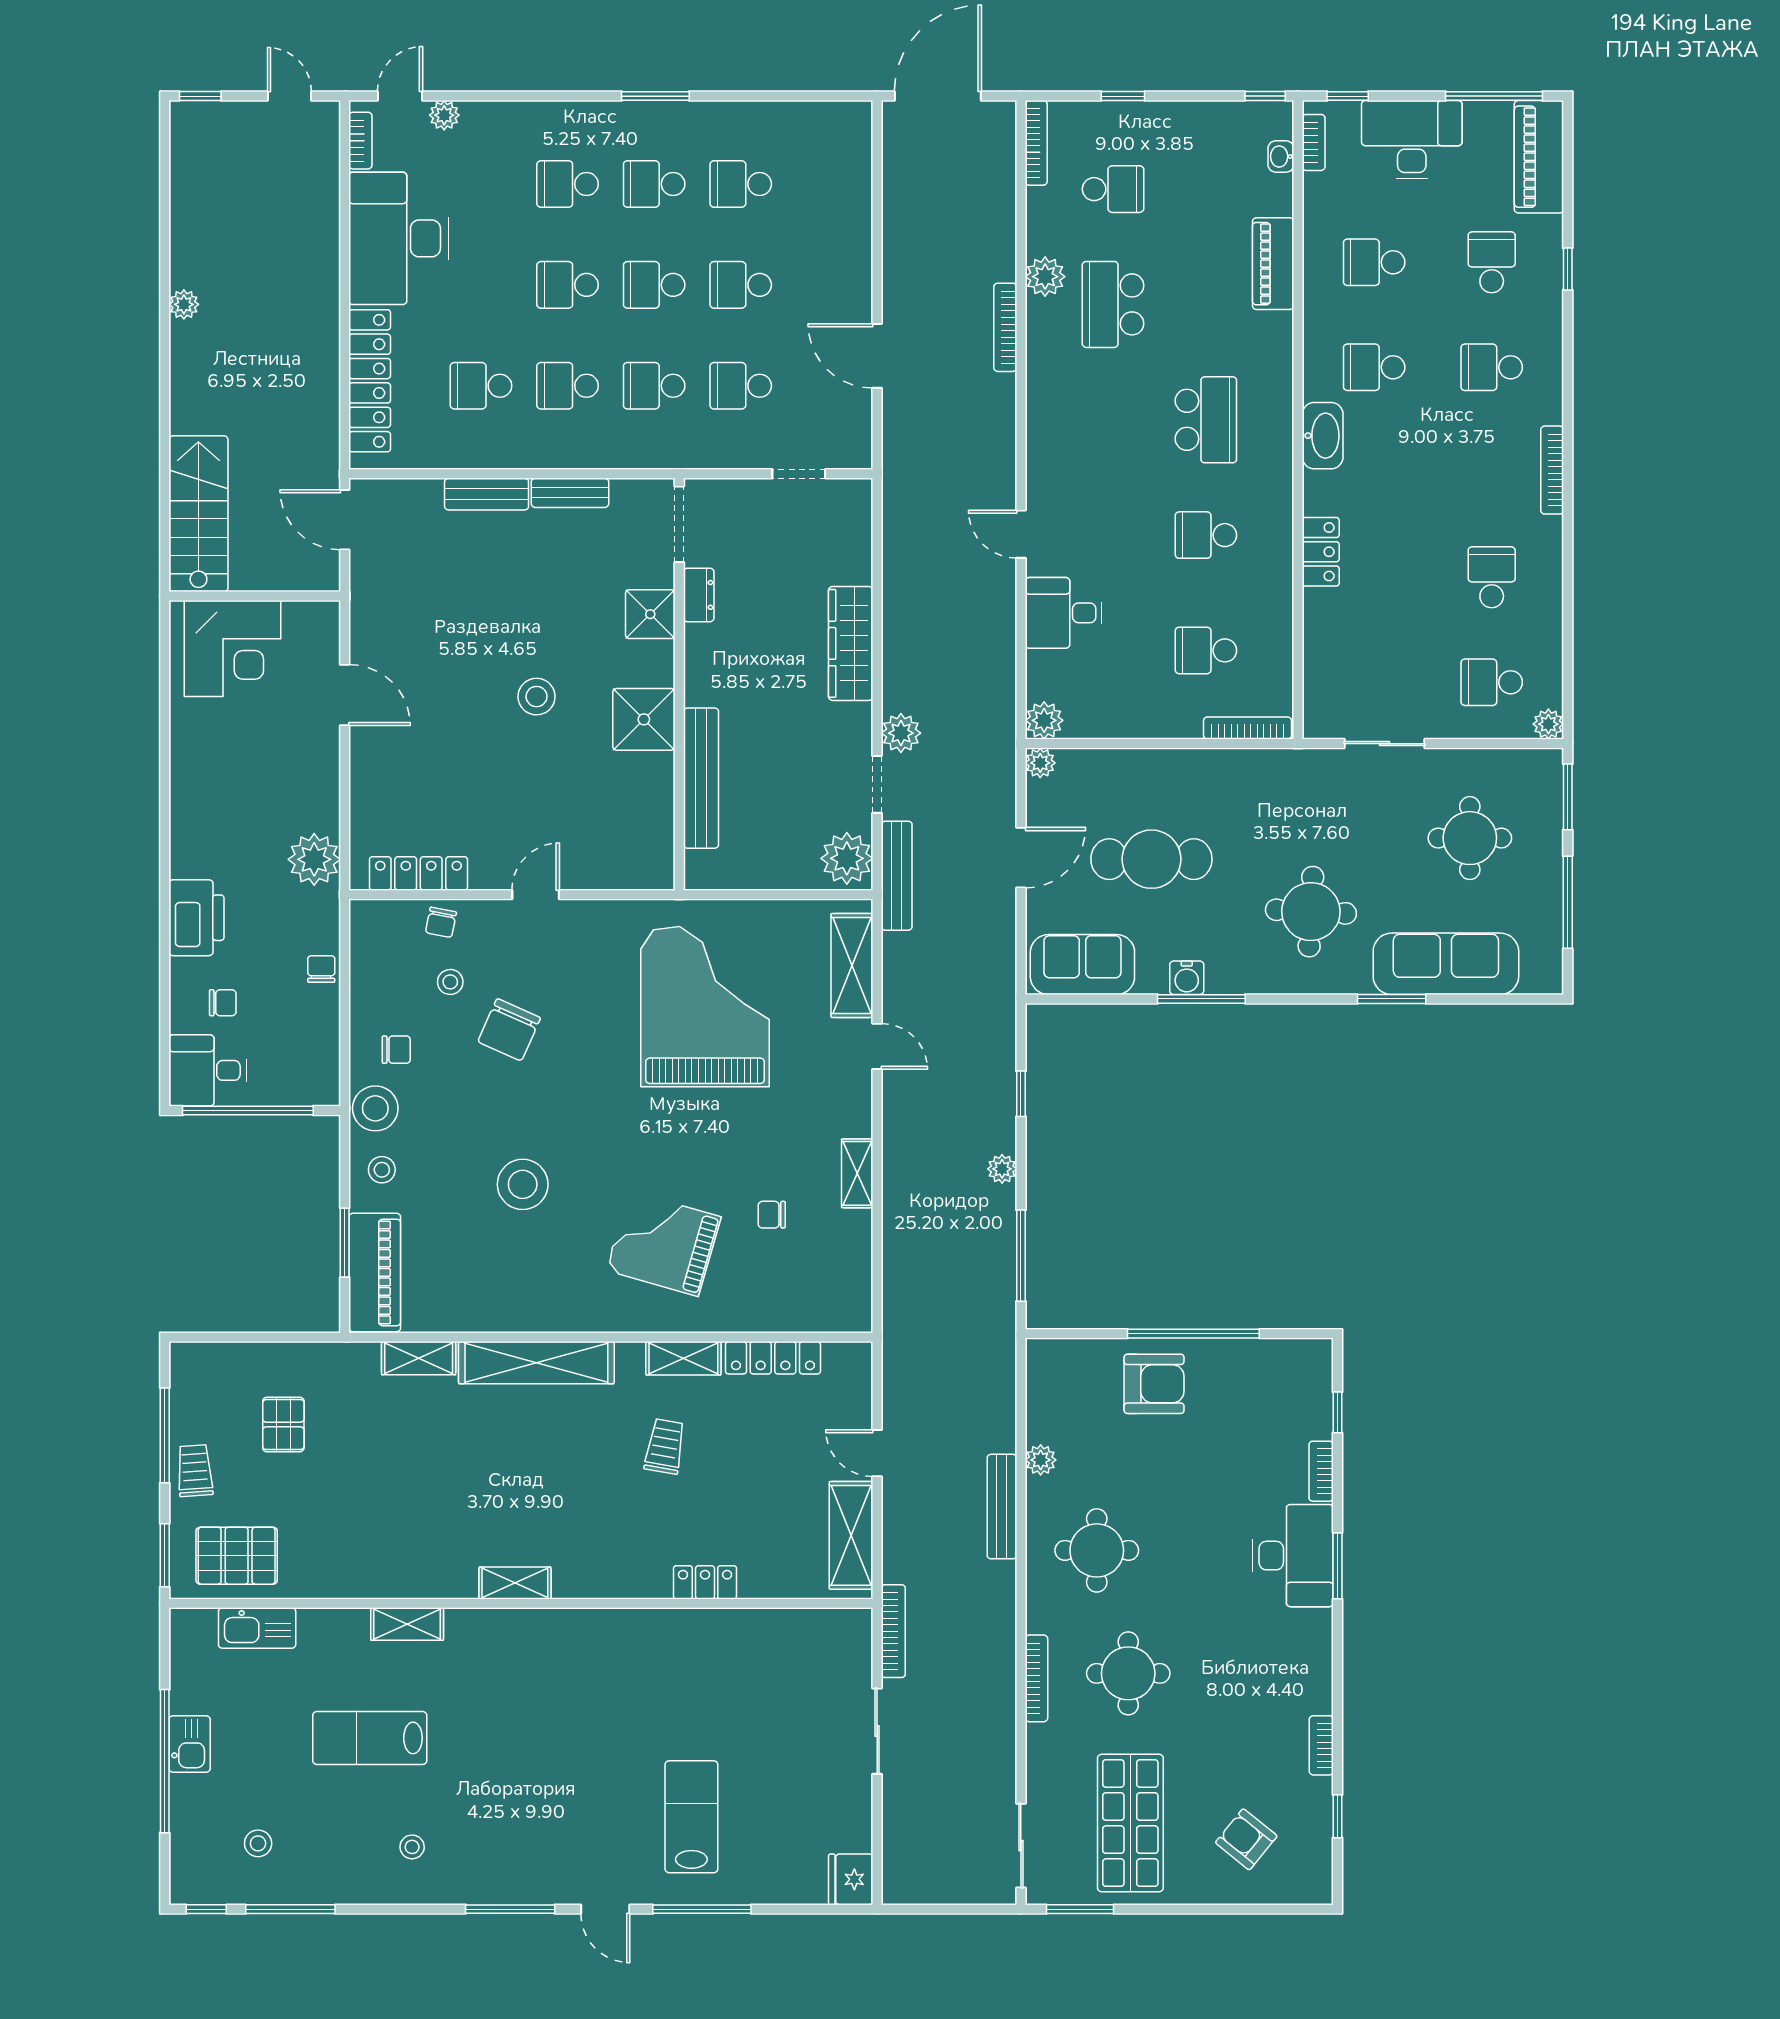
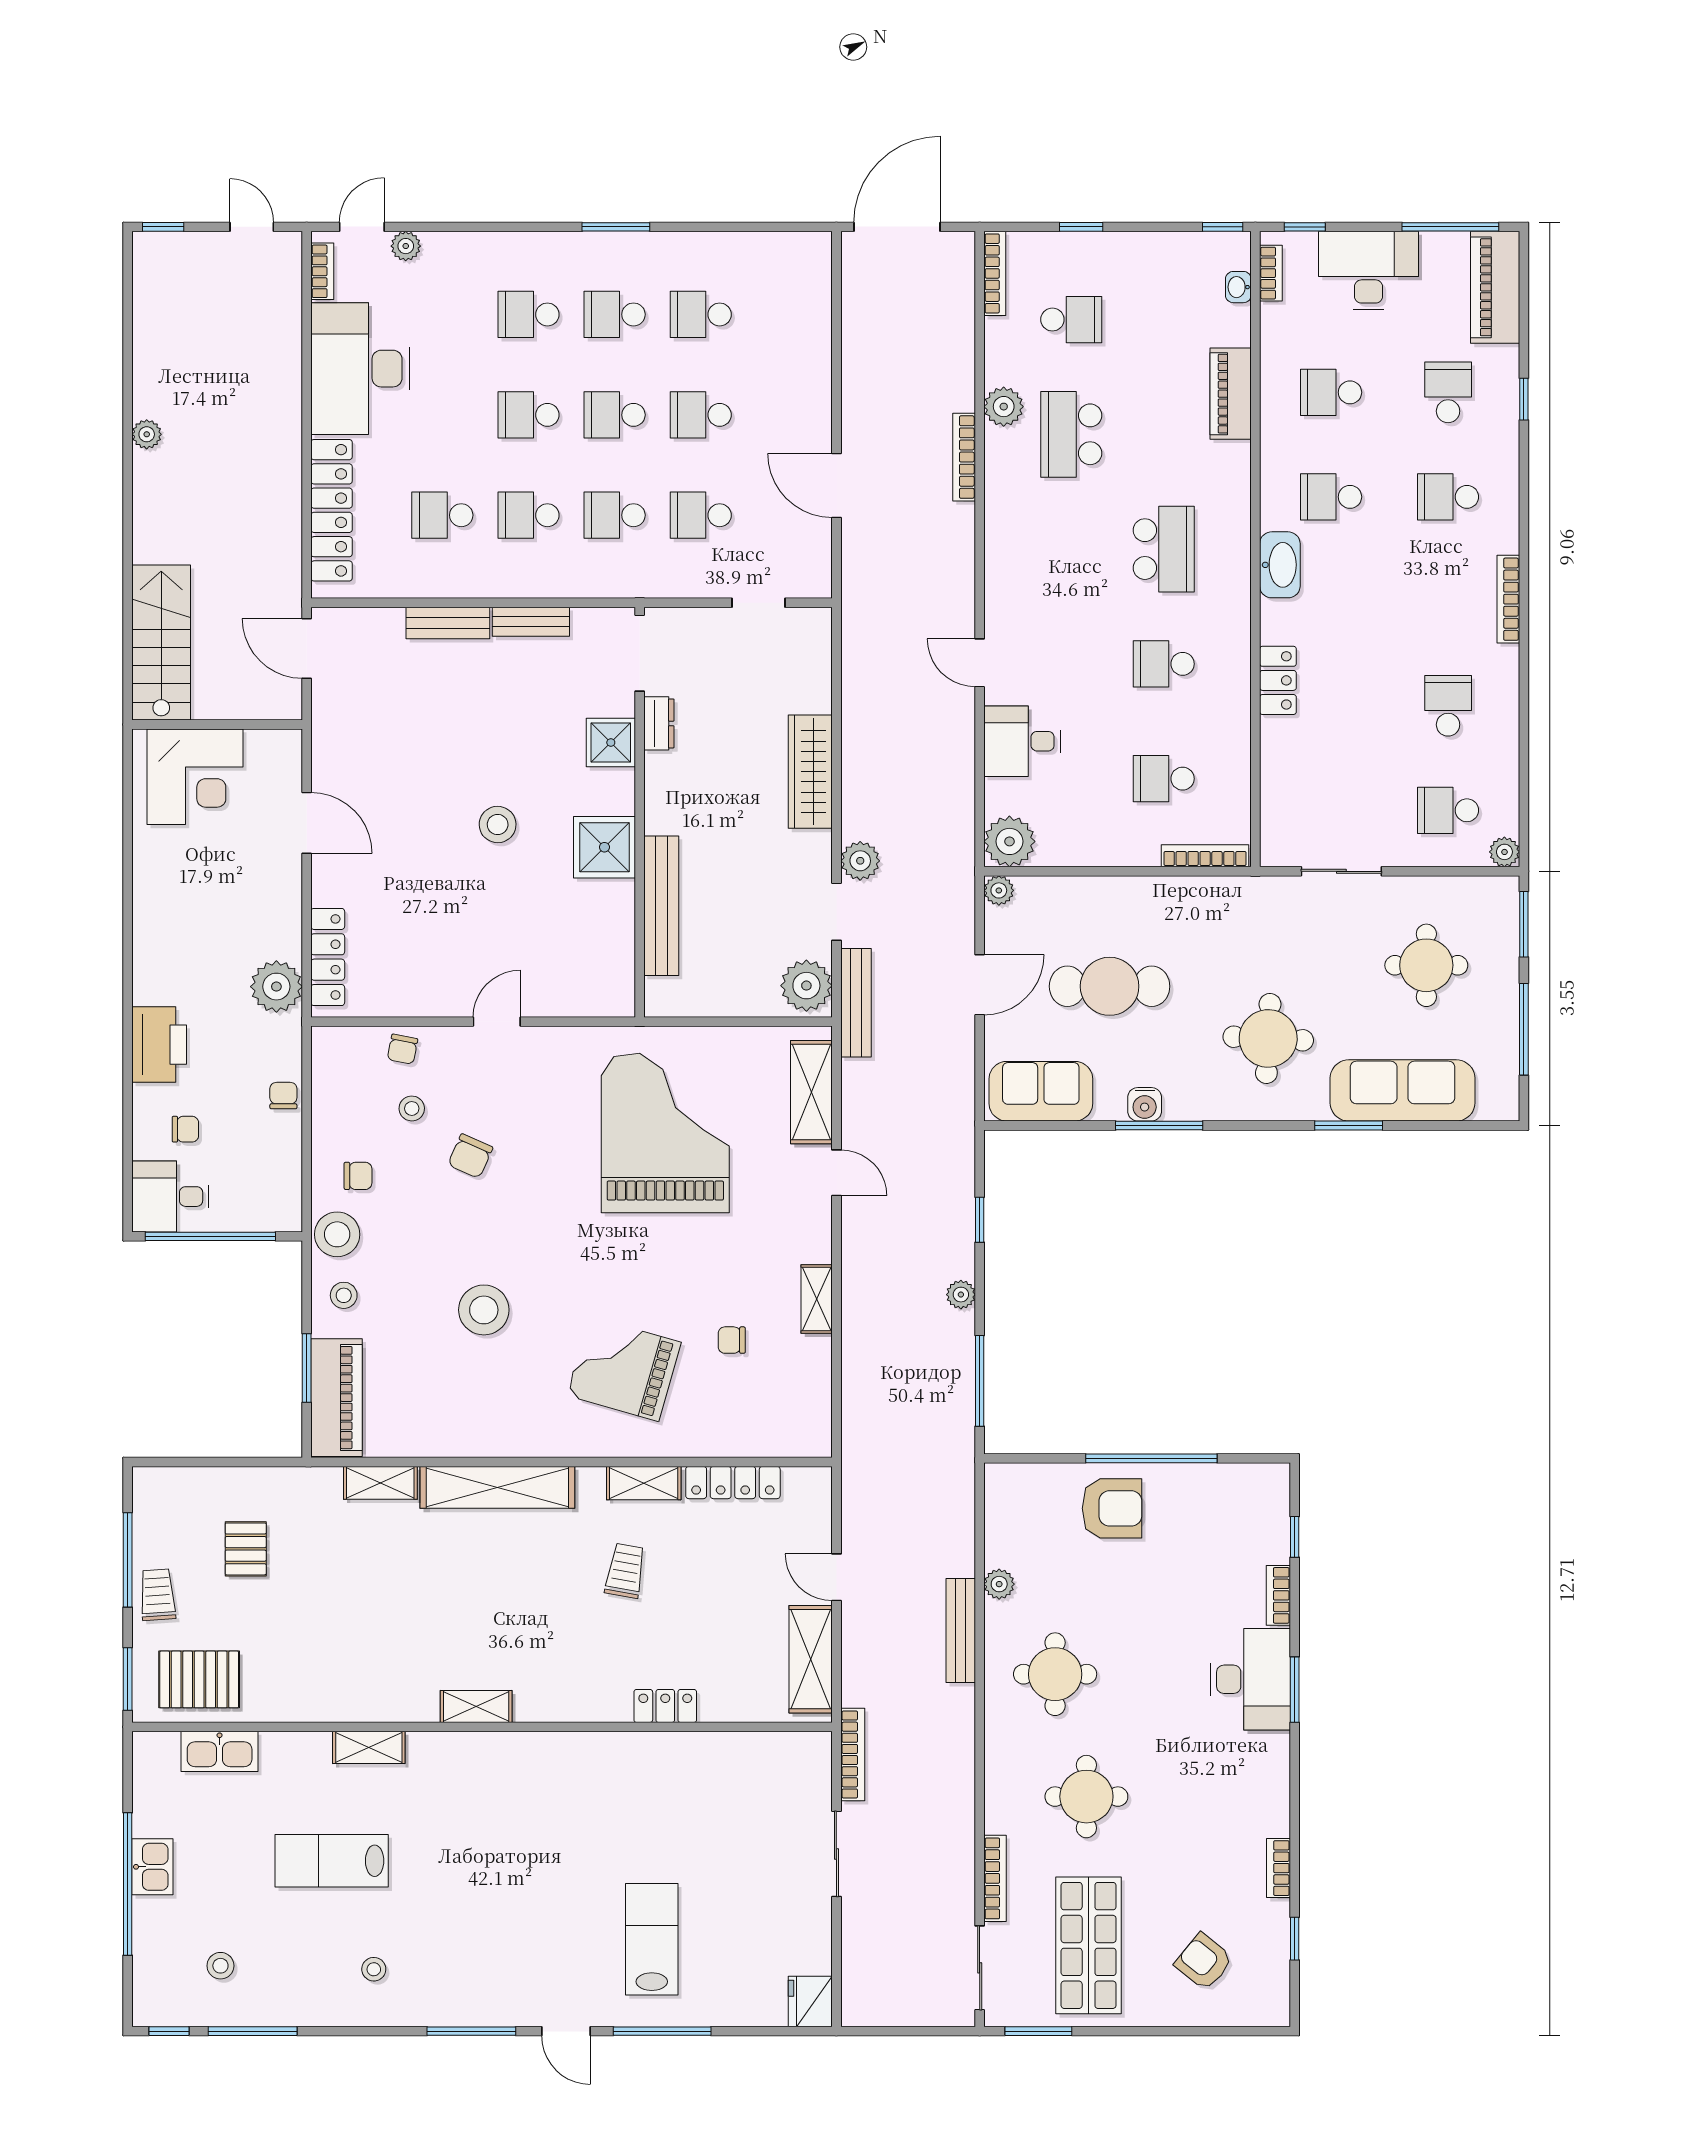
plant: (1044, 720) -> (1009, 841), width x1.36, depth x1.36
locker: (418, 873) -> (328, 957), moved, turned 90
chair: (509, 1030) -> (470, 1156), width x0.73, depth x0.73
bookcase: (1036, 1678) -> (995, 1878), moved

